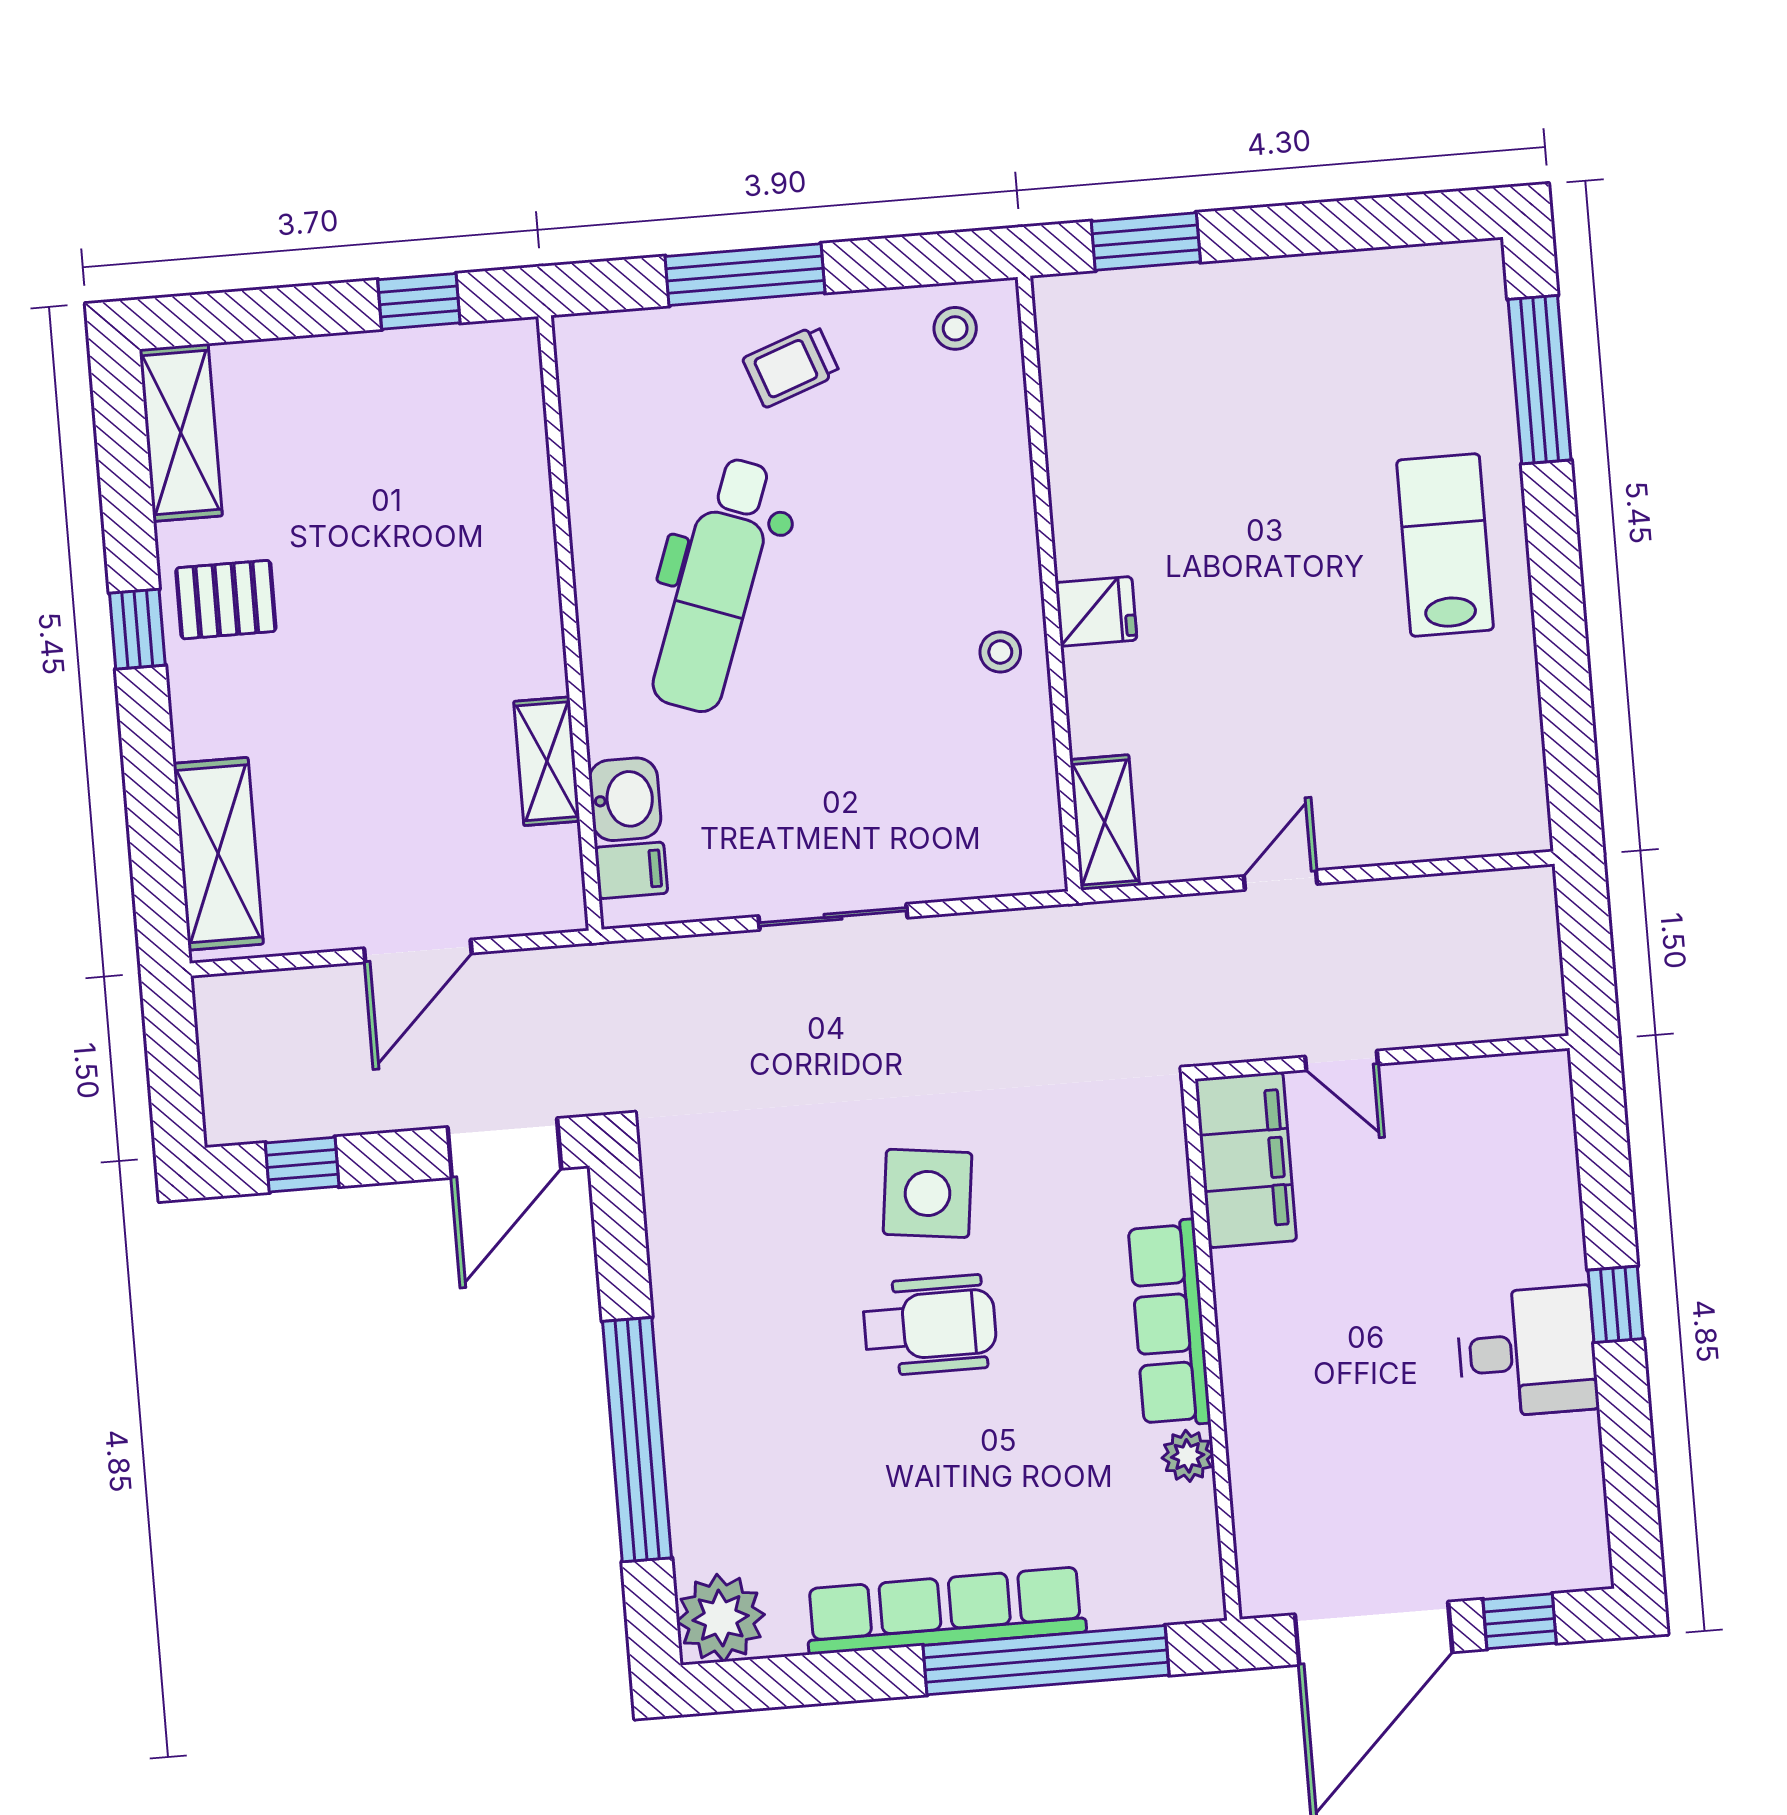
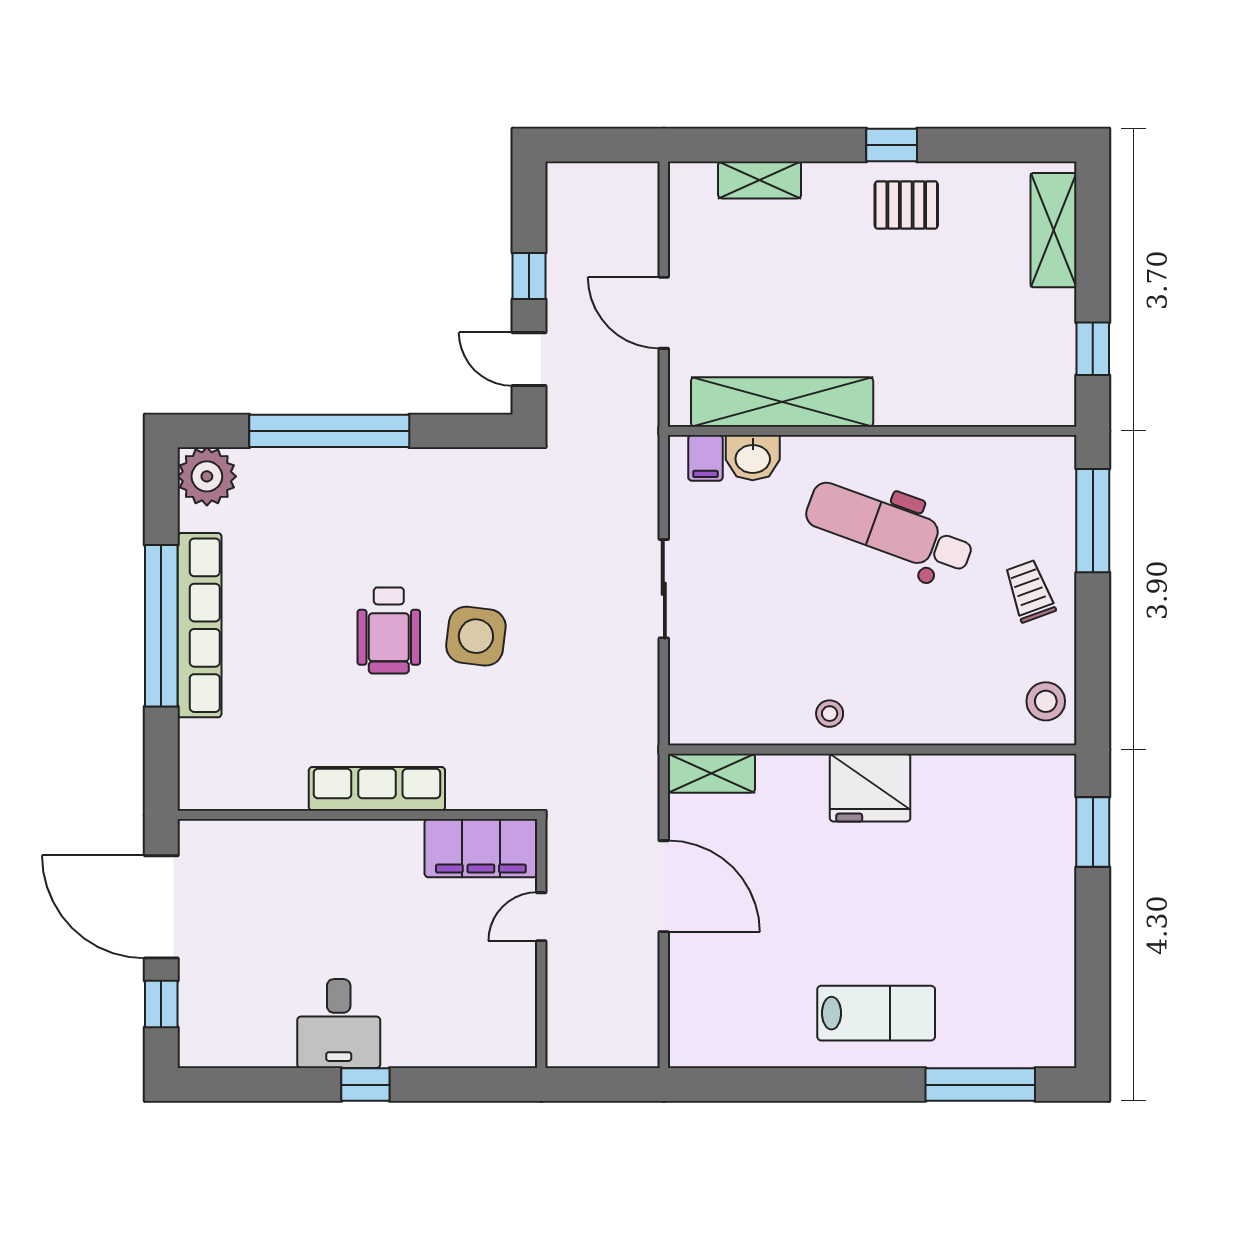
window: (745, 275) -> (1093, 521), moved
stool: (955, 328) -> (1046, 701), width x1.37, depth x1.37
shelving: (181, 433) -> (1053, 230), moved, turned 90
pallet: (226, 600) -> (906, 205), turned 90
fridge: (1096, 611) -> (870, 788), width x1.88, depth x1.34
shelving: (547, 761) -> (782, 402), width x2.20, depth x1.33
shelving: (218, 854) -> (760, 180), width x0.67, depth x0.75
door: (1280, 880) -> (664, 886), width x1.87
door: (504, 1148) -> (529, 359), width x0.73
window: (302, 1165) -> (529, 276), moved
plant: (1188, 1456) -> (289, 794), removed
window: (1046, 1660) -> (161, 626), moved

